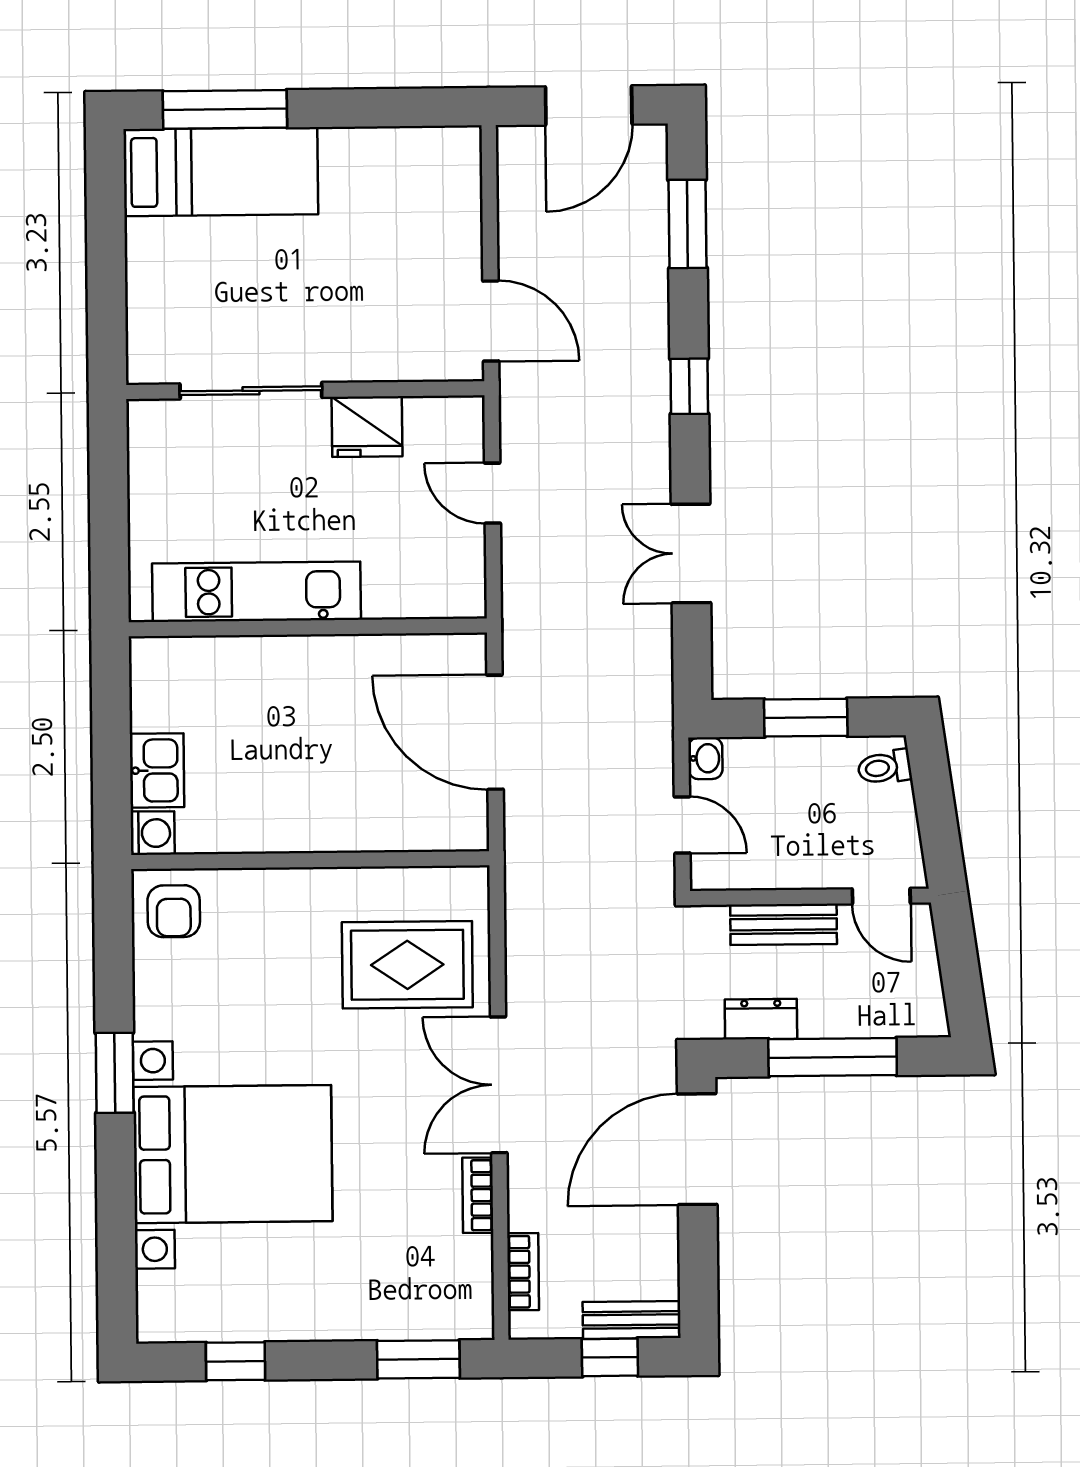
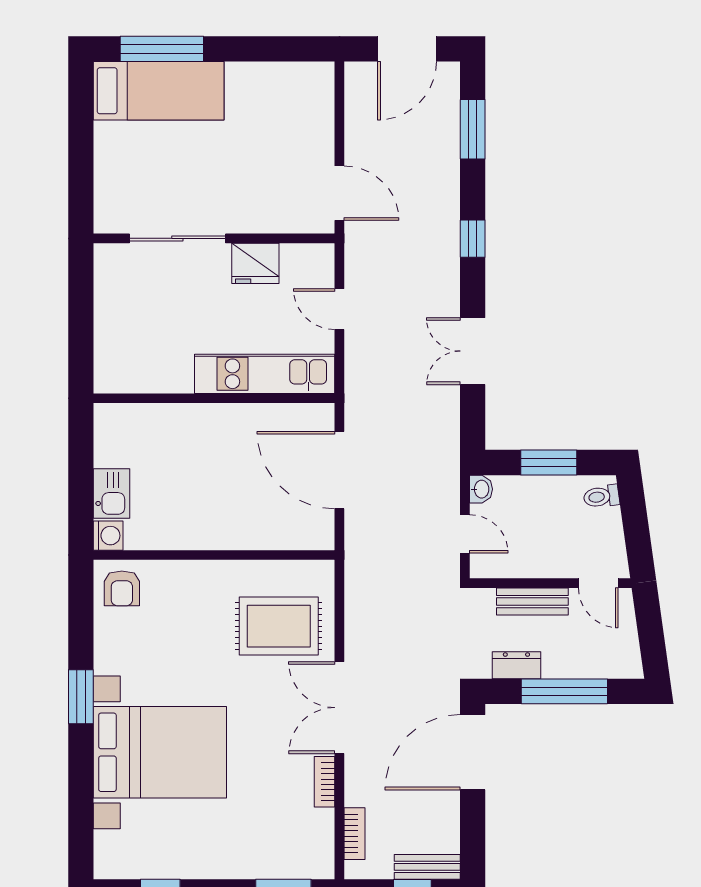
kitchen unit: (256, 592) -> (265, 374), moved

